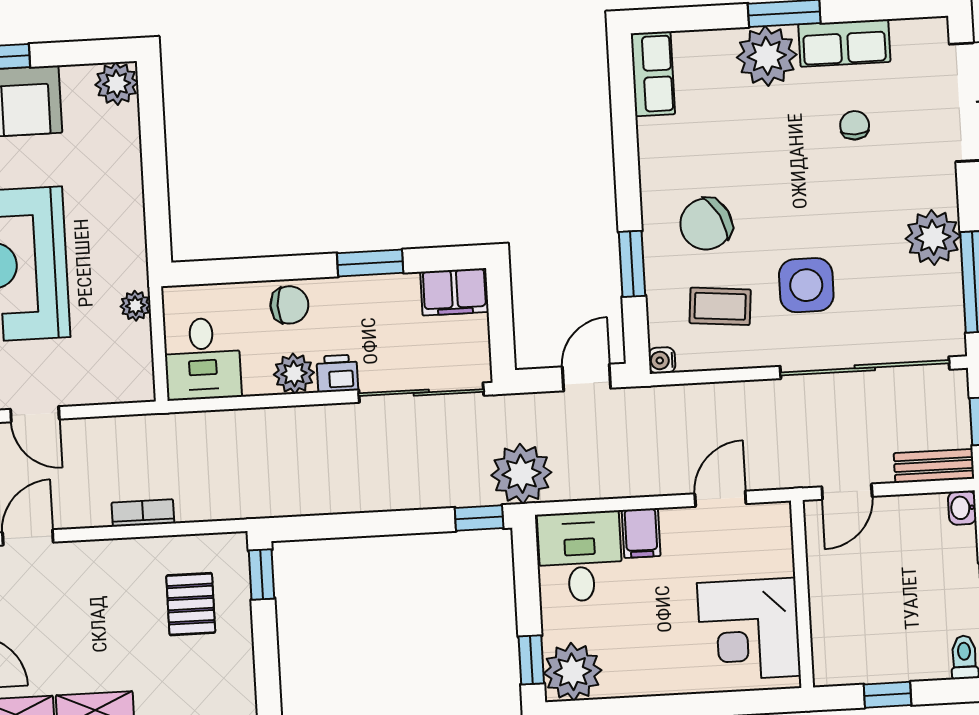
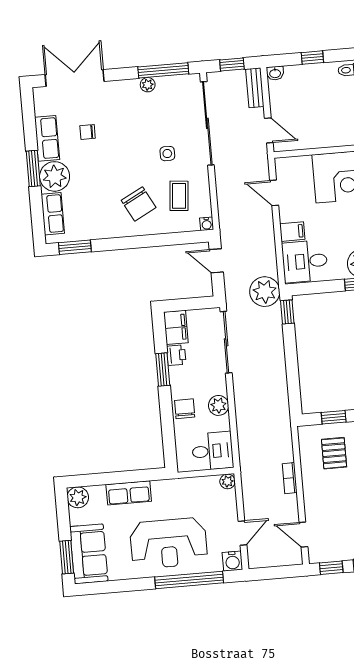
row of seats: (653, 74) -> (53, 214), moved, turned 90
row of seats: (123, 187) -> (129, 493), added
plant: (933, 237) -> (148, 85), width x0.53, depth x0.53
window: (632, 264) -> (75, 247), moved
side table: (806, 285) -> (167, 154), width x0.54, depth x0.54
plant: (135, 306) -> (227, 481), moved
printer: (337, 373) -> (176, 355), moved, turned 180
window: (262, 575) -> (334, 417), moved
pallet: (191, 604) -> (334, 453), turned 90

